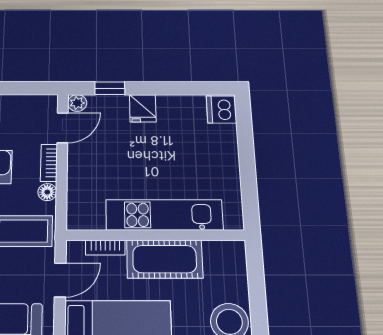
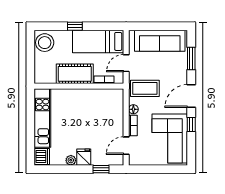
plant: (77, 103) -> (71, 160), moved
kitchen unit: (164, 215) -> (42, 118), moved, turned -90

